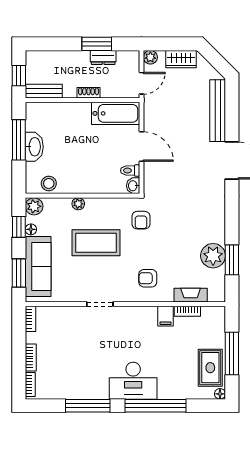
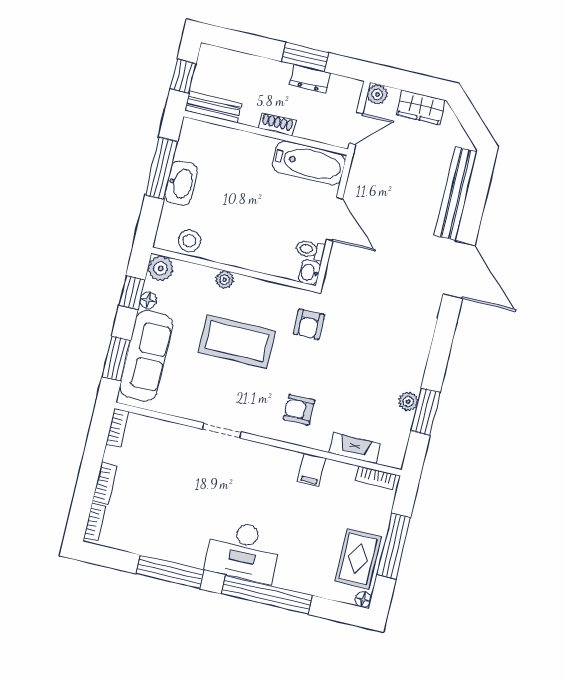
plant: (213, 256) -> (408, 402), width x0.53, depth x0.53
bookcase: (187, 311) -> (375, 478), moved

